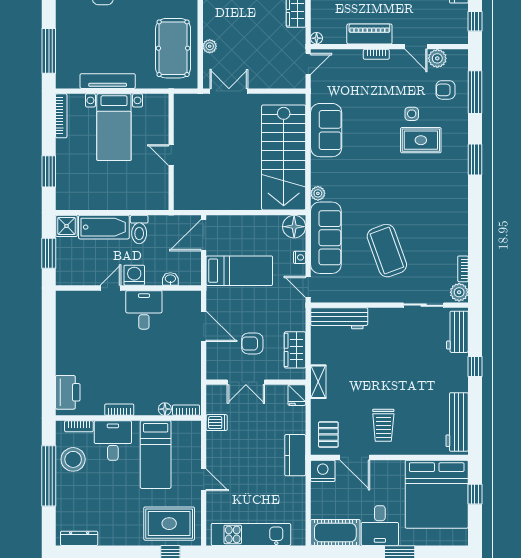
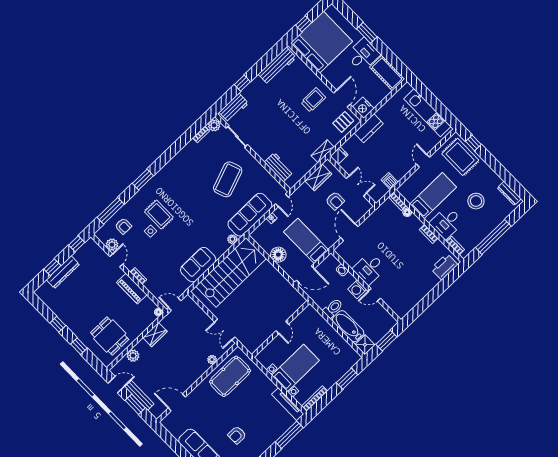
tv unit: (108, 81) -> (288, 404), moved
floor lamp: (294, 227) -> (278, 255), moved
workbench: (339, 318) -> (279, 167), width x0.73
stool: (73, 459) -> (476, 201), moved

